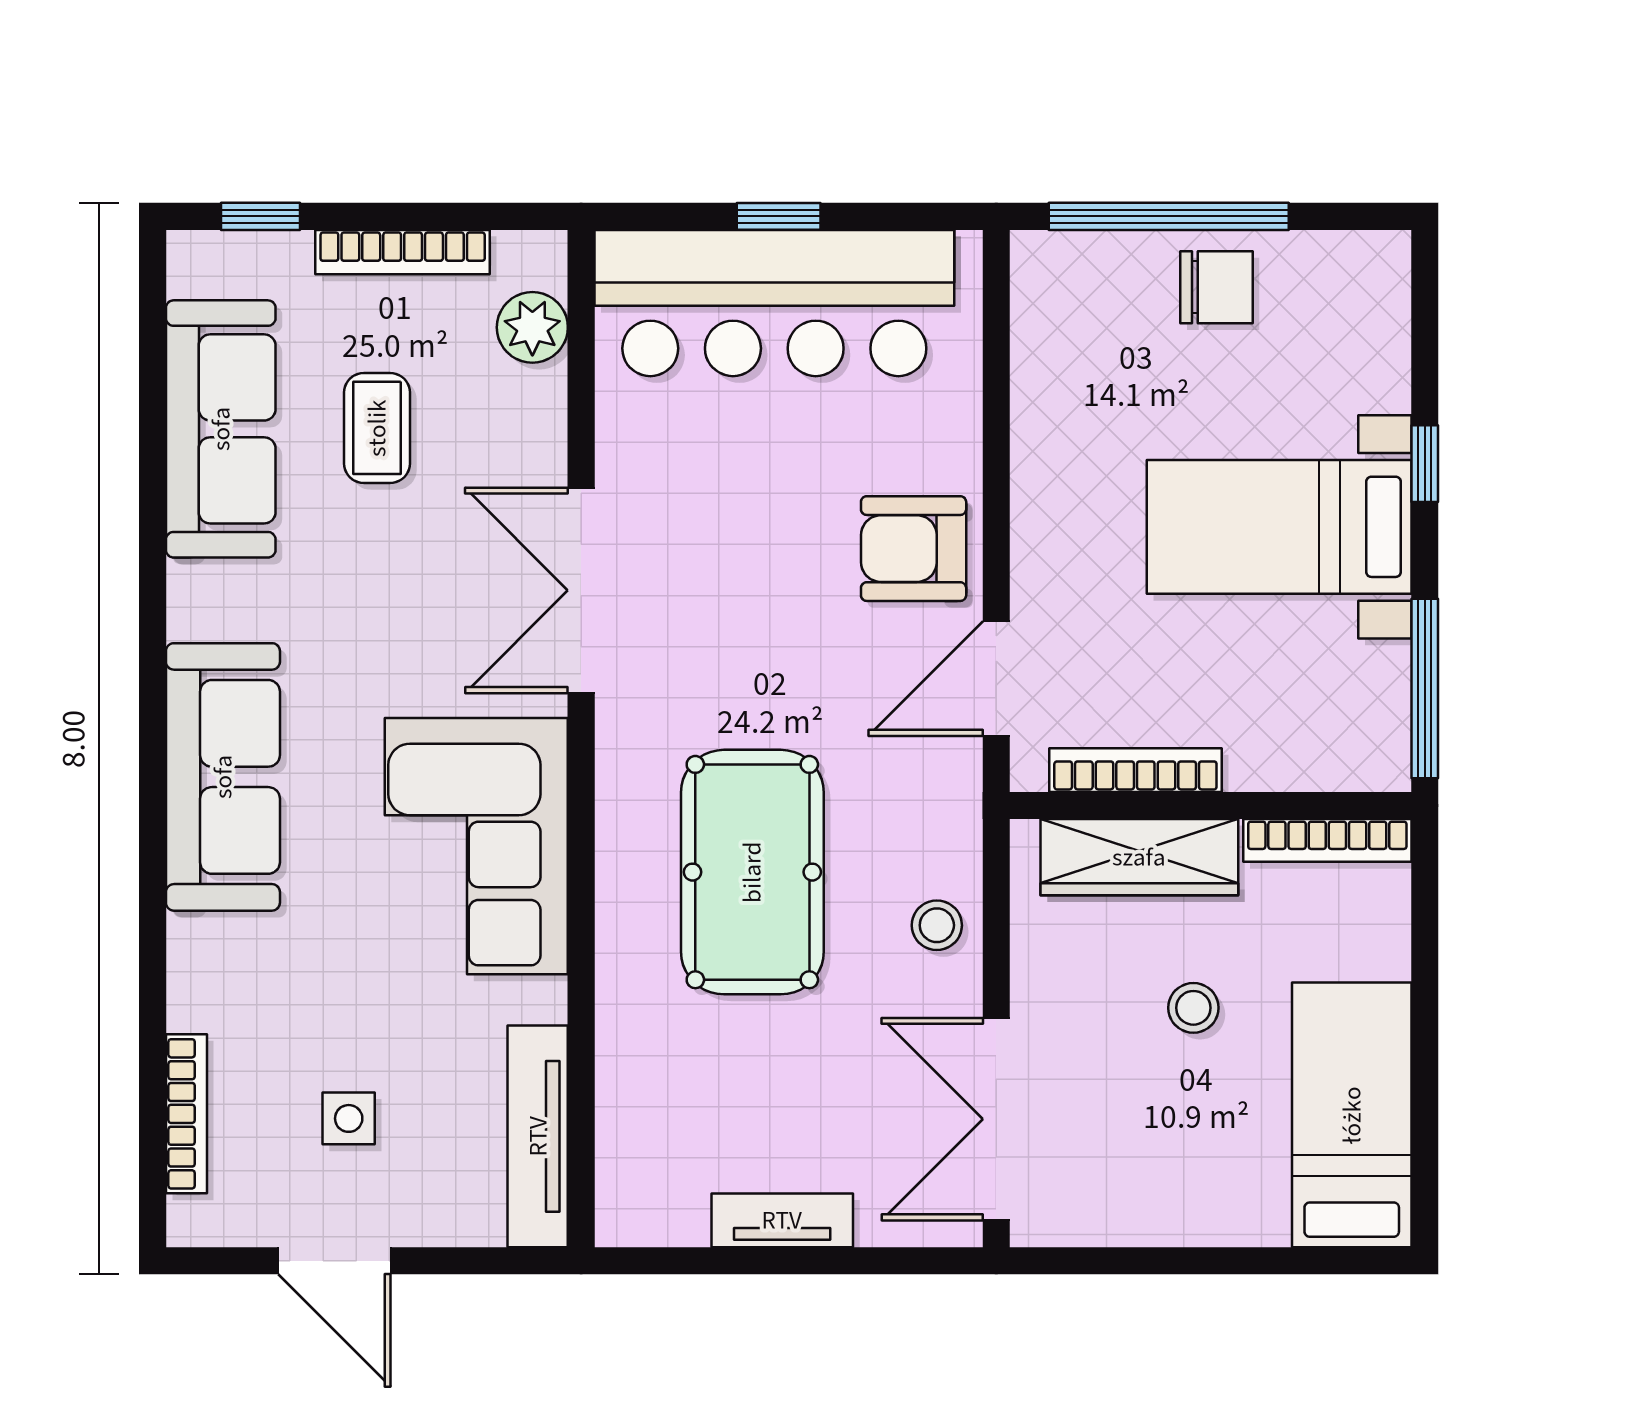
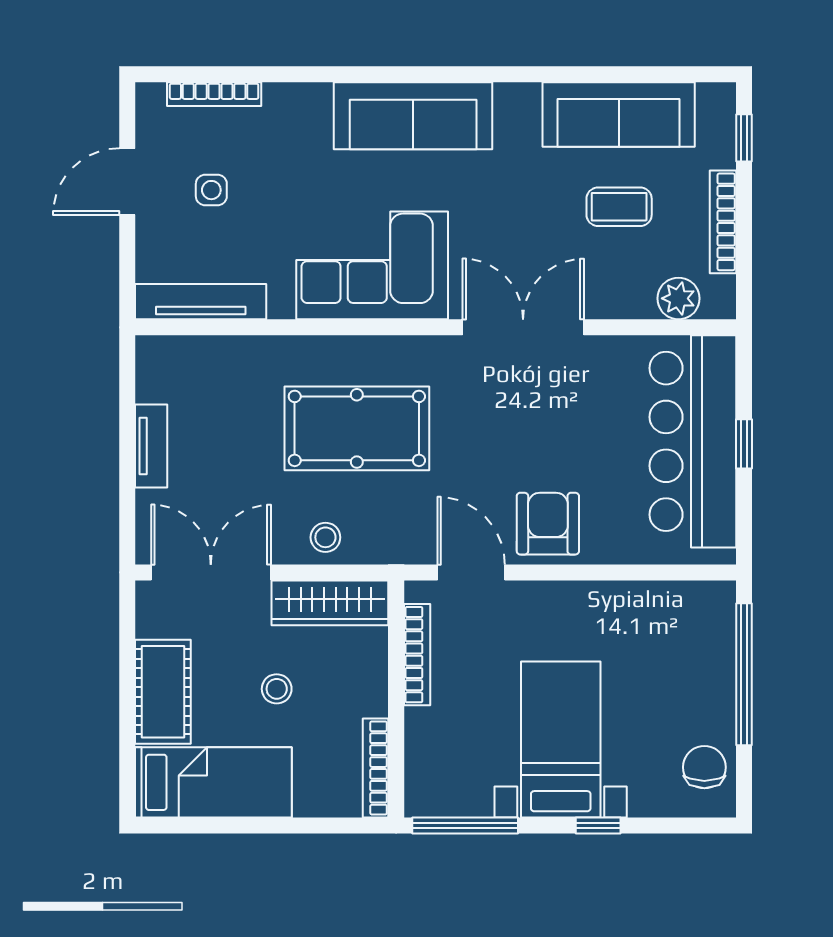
chair: (1216, 287) -> (704, 767), moved, turned 180
wardrobe: (1139, 857) -> (330, 603), moved, turned -90
cot: (1198, 1200) -> (163, 692), added

